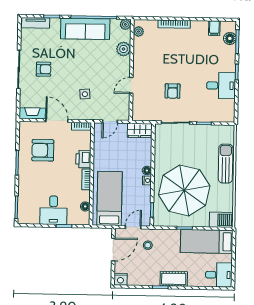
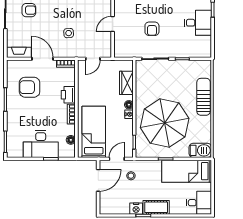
wardrobe: (140, 130) -> (126, 83), moved, turned 90
desk: (53, 210) -> (41, 144), width x1.37
nightstand: (120, 279) -> (136, 209), moved

